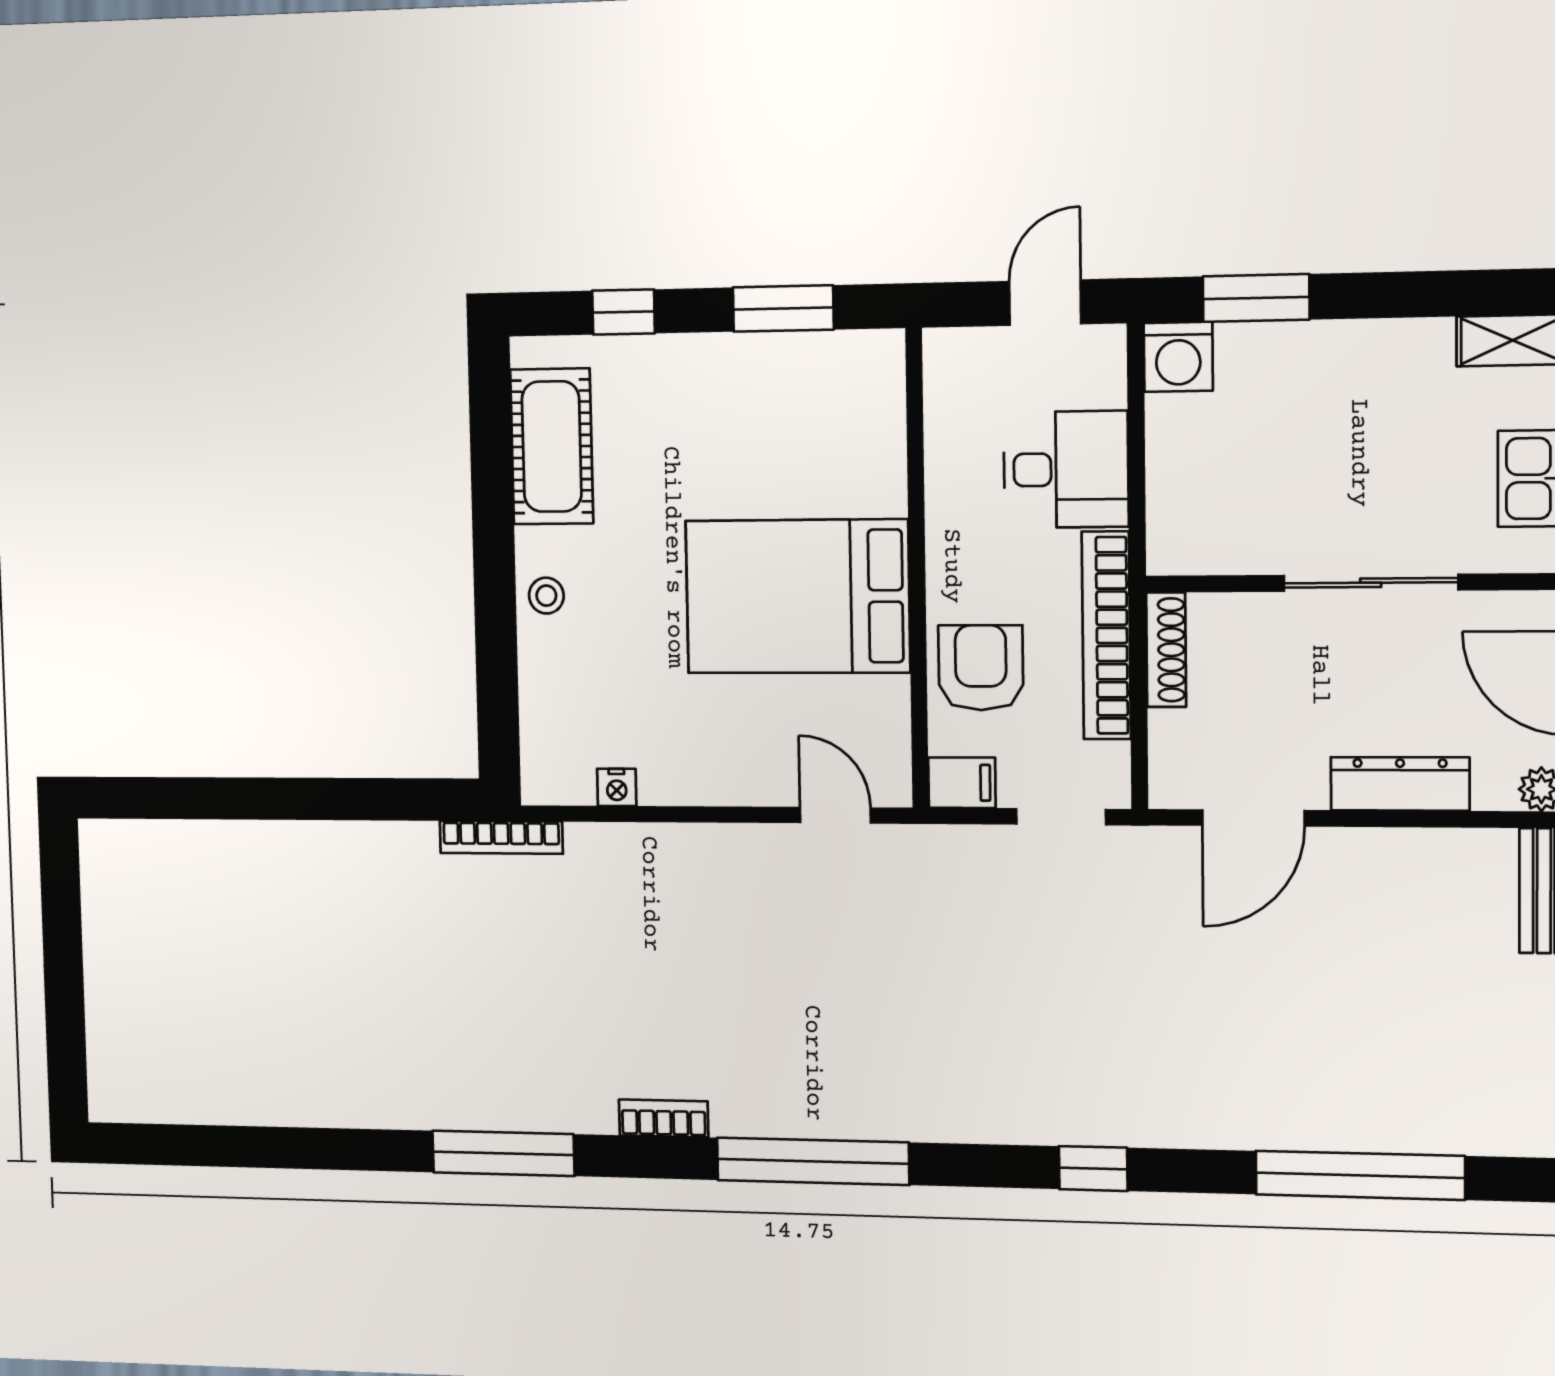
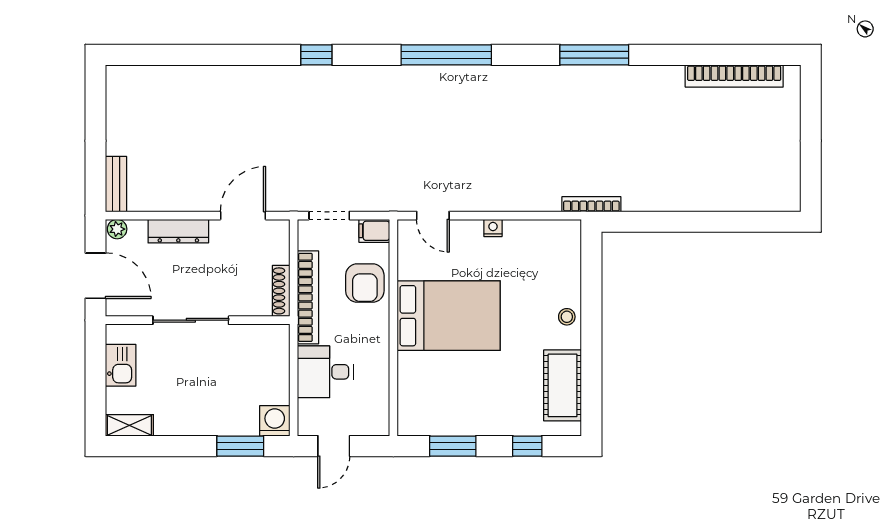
nightstand: (617, 787) -> (493, 228), moved
bookcase: (664, 1118) -> (734, 76), moved, width x2.31, depth x1.31
window: (1360, 1175) -> (197, 55), removed

